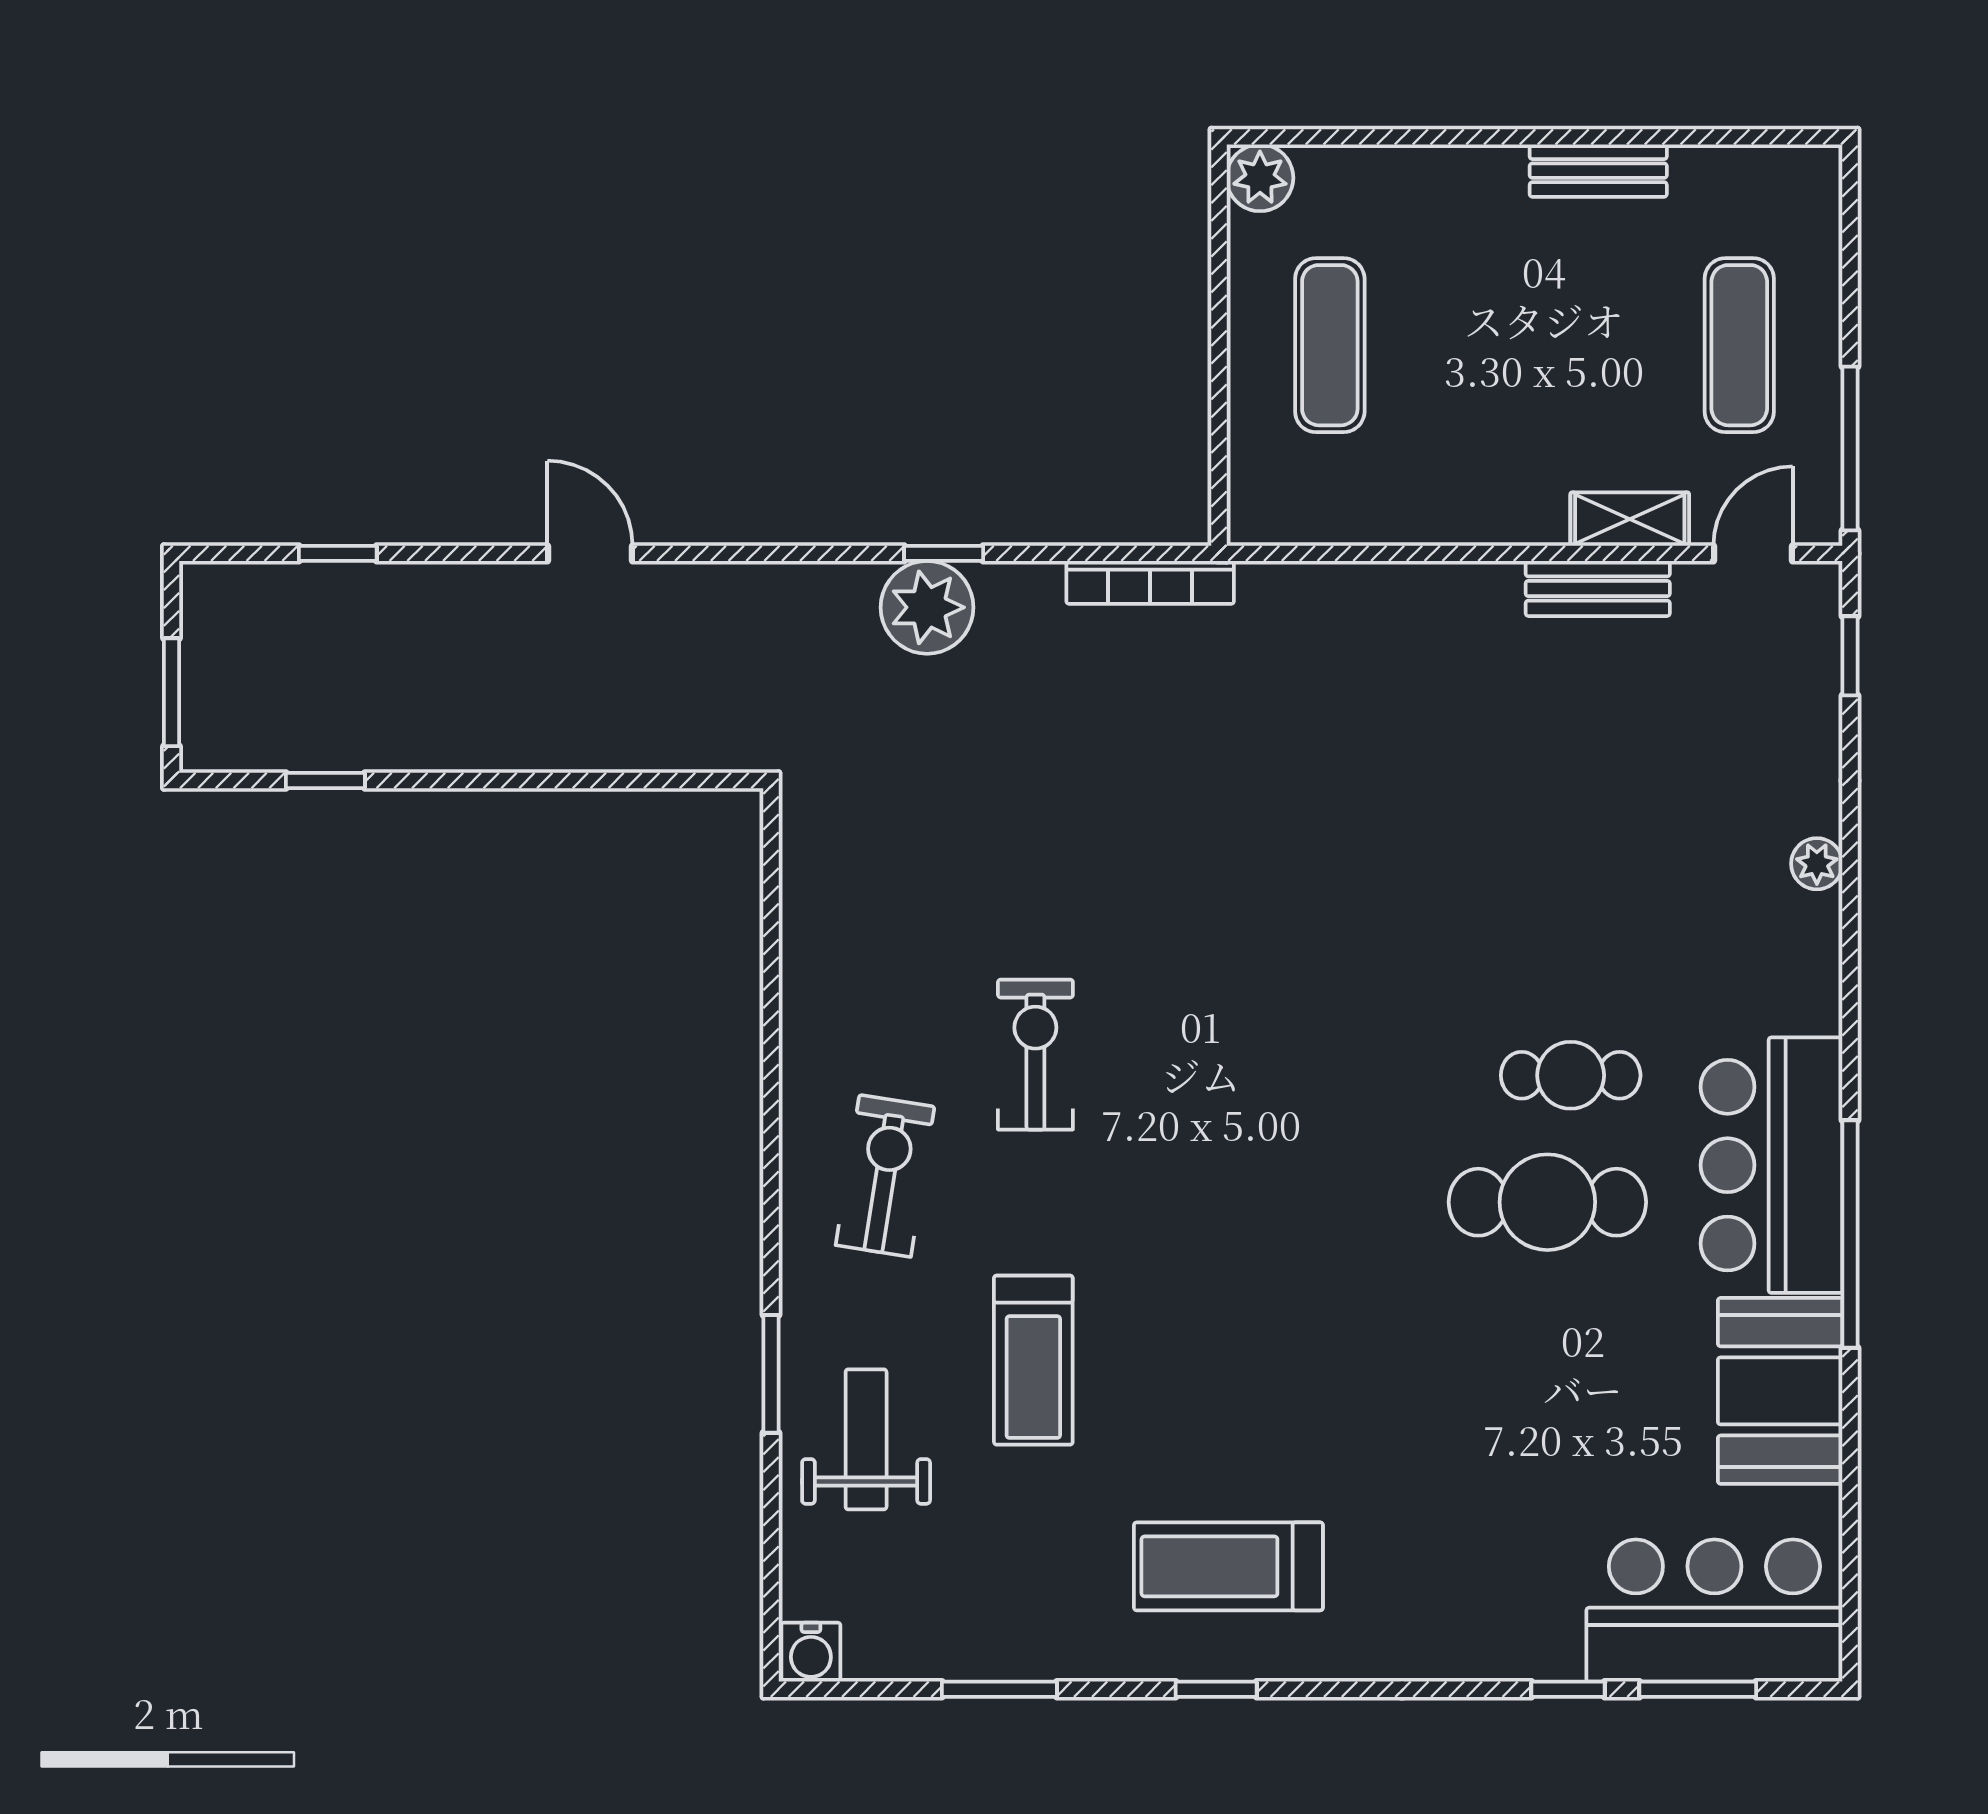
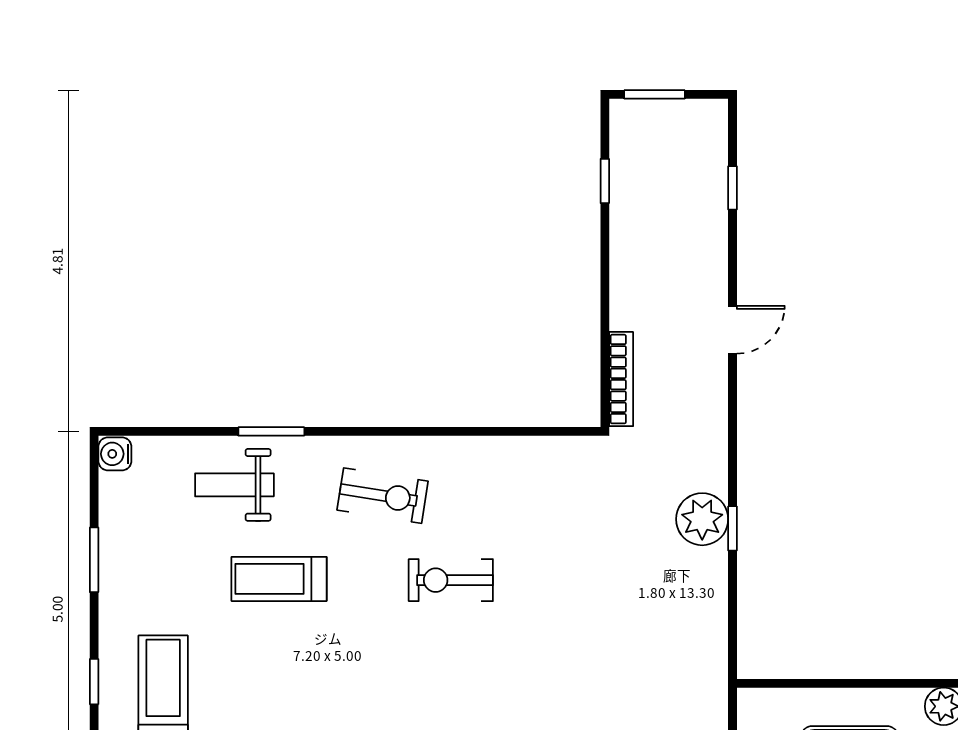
bookcase: (1150, 582) -> (621, 379), moved, turned 180
exercise bike: (1035, 1055) -> (451, 580), turned 180
weight bench: (866, 1439) -> (234, 485), turned 180

